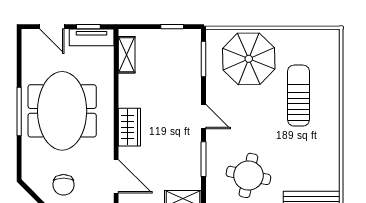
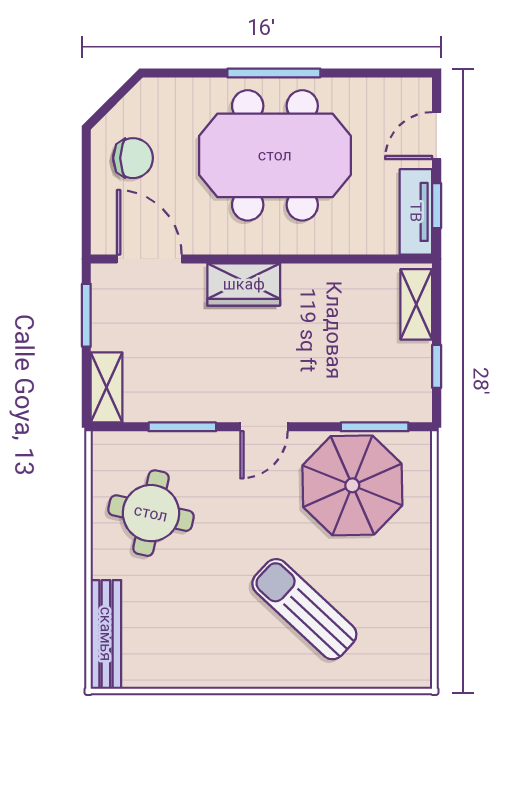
shelving: (127, 55) -> (416, 304), moved, turned 90
parasol: (249, 59) -> (352, 485), moved
sun lounger: (299, 96) -> (304, 609), turned -137
door: (116, 176) -> (149, 259), swing flipped
chair: (64, 185) -> (133, 158), turned 180

